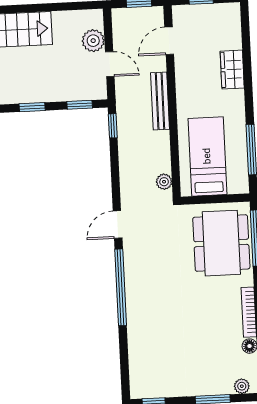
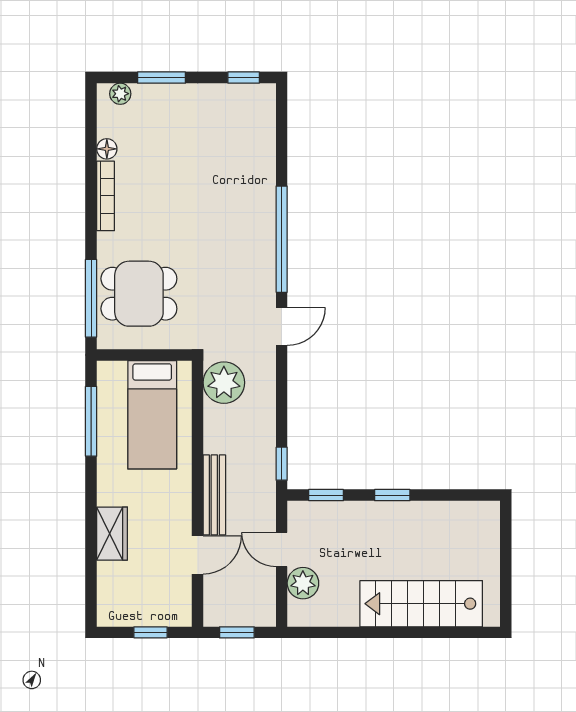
door: (169, 41) -> (198, 555), moved
plant: (164, 182) -> (224, 383), width x1.88, depth x1.88
dining table: (221, 243) -> (139, 294), width x0.73

